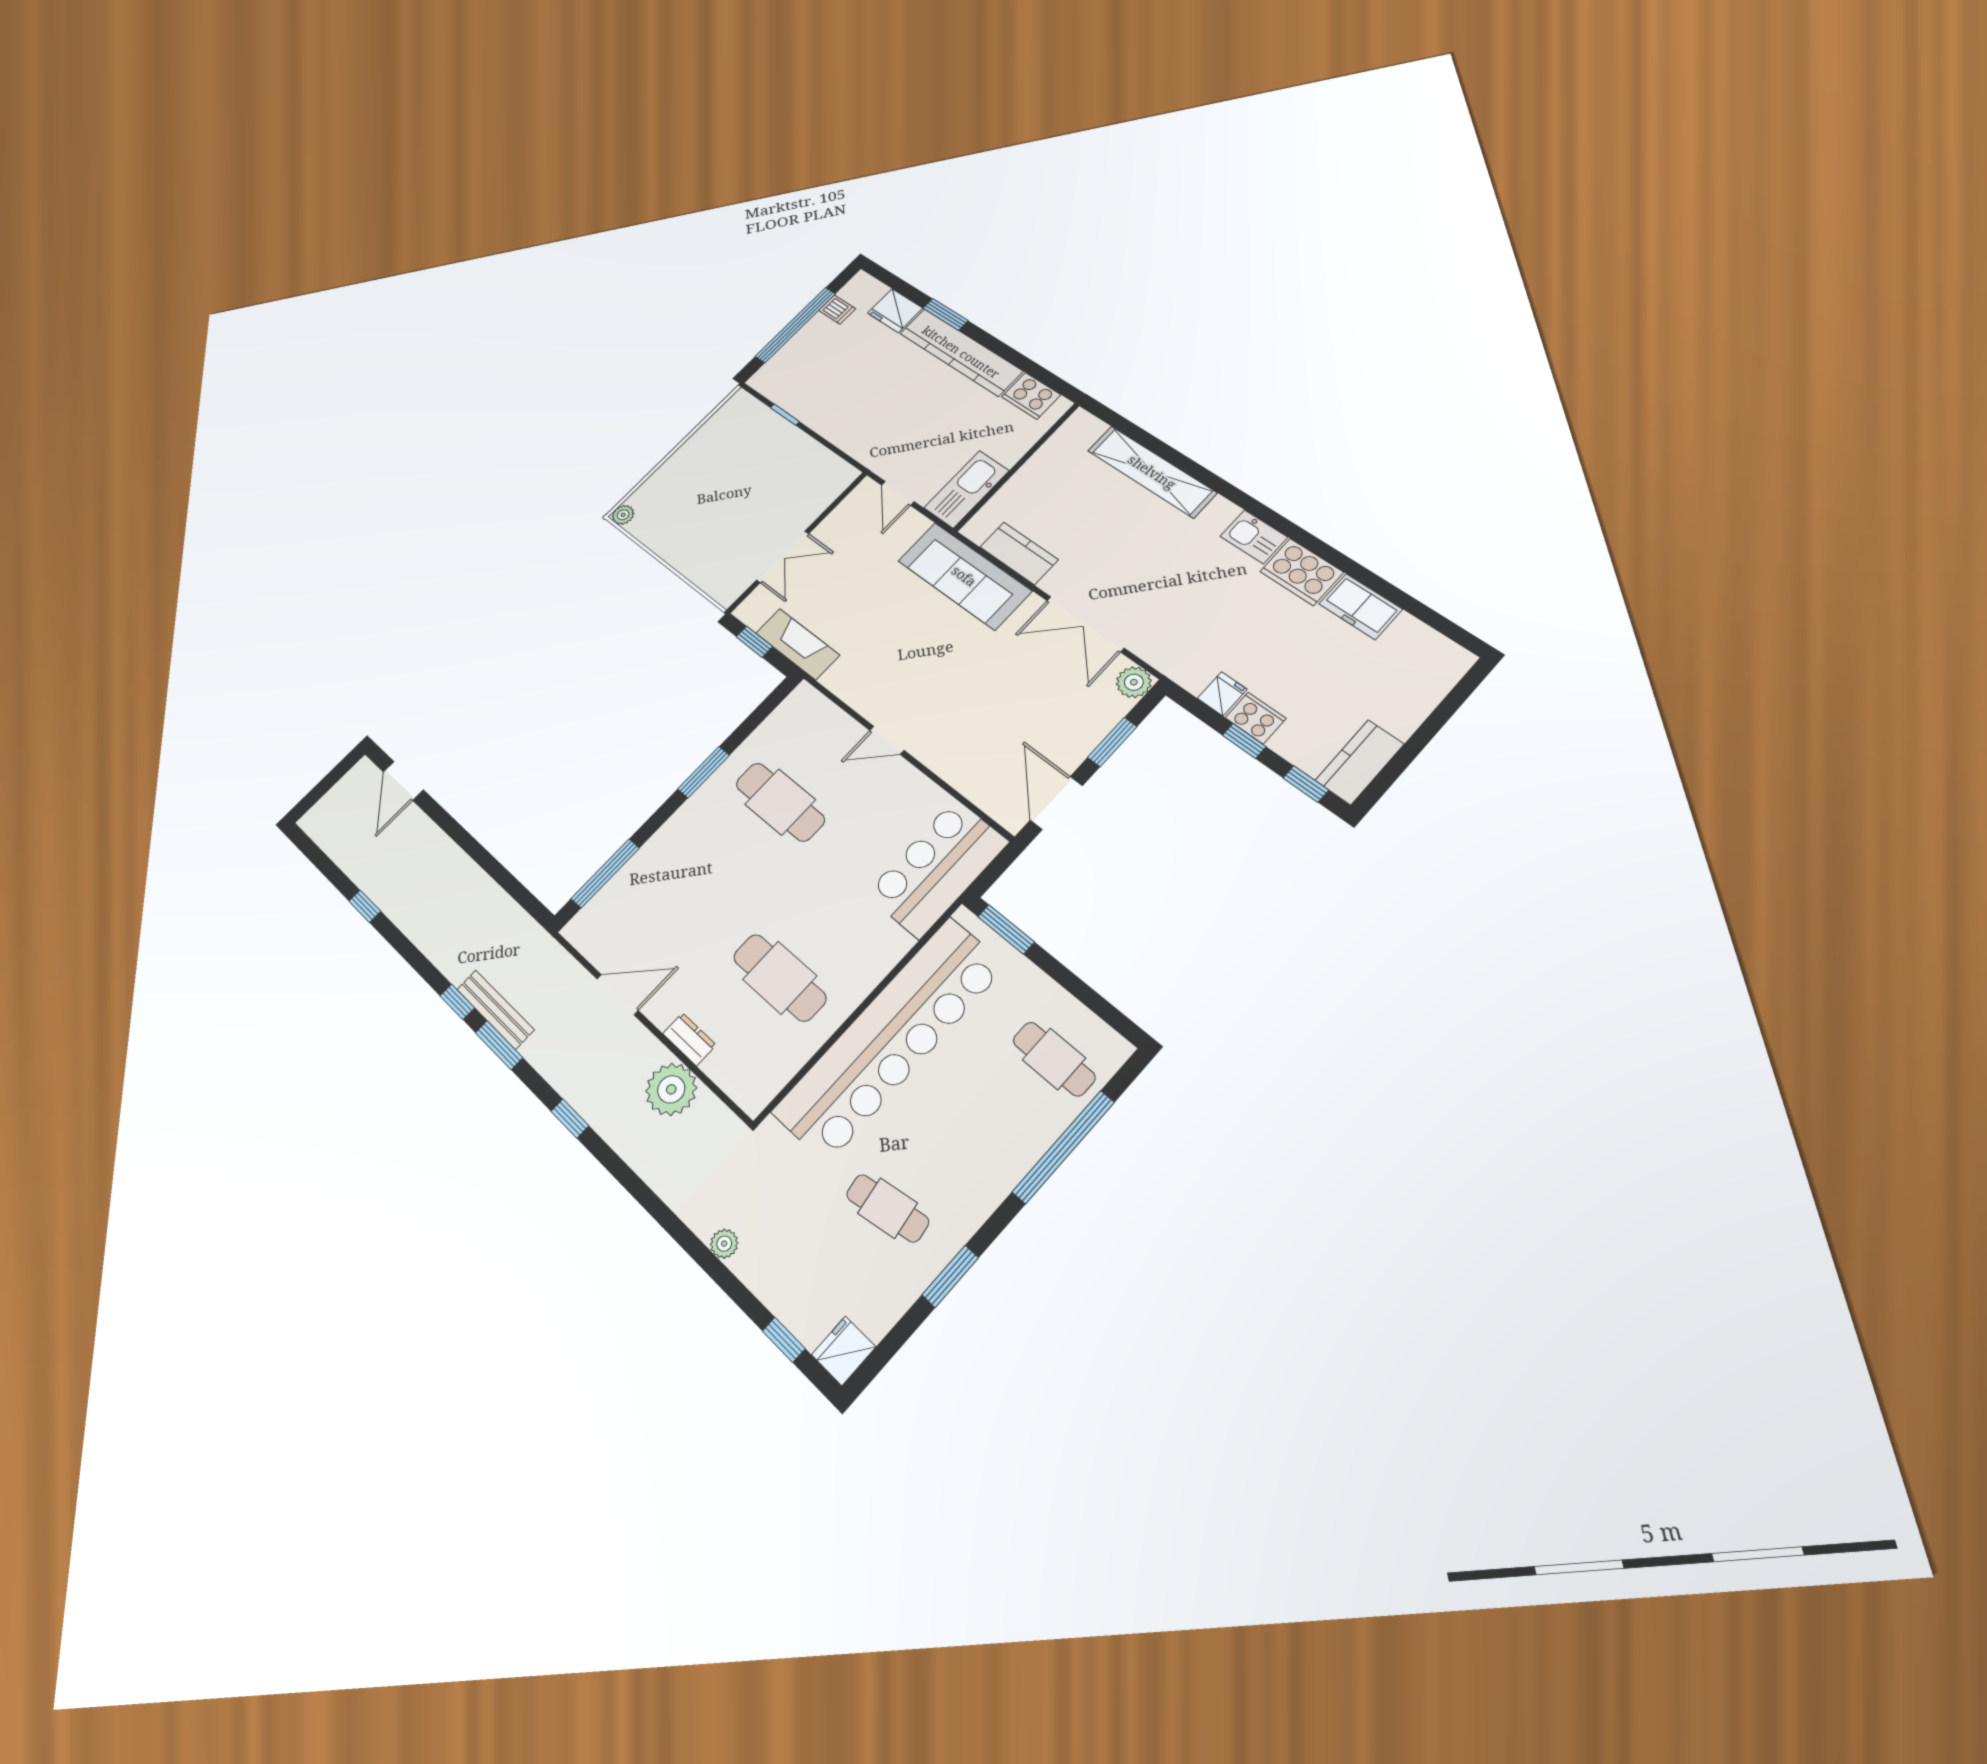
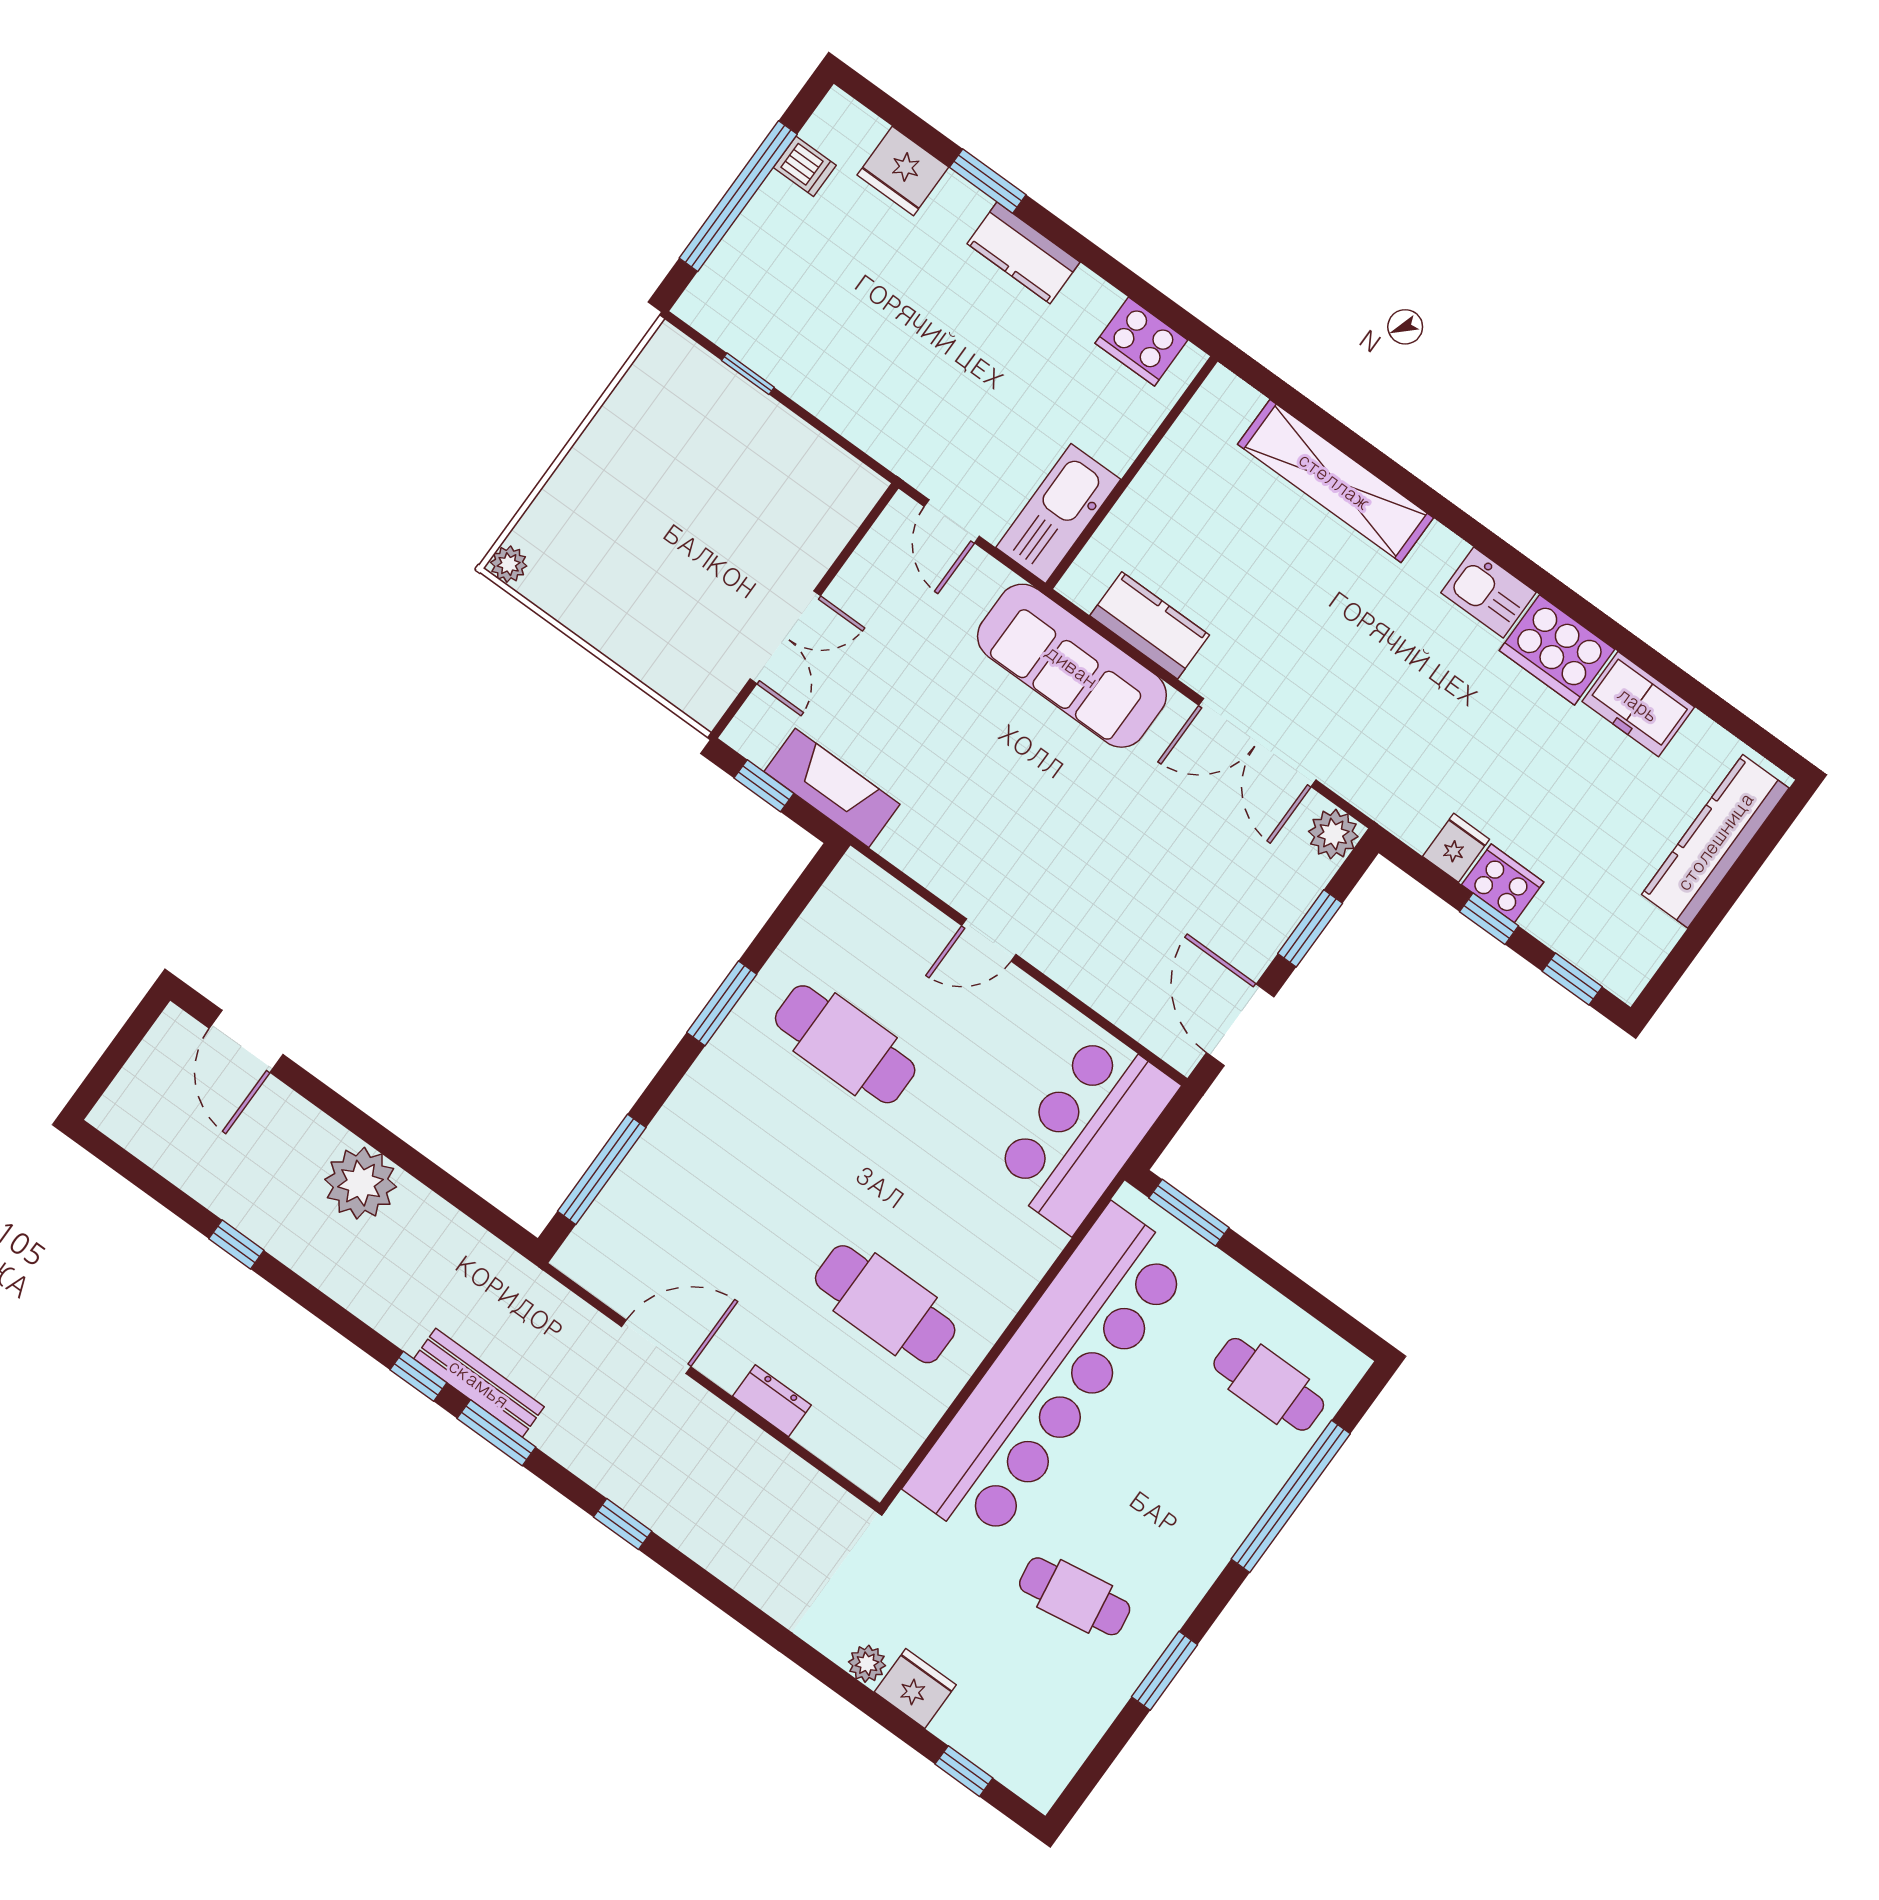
kitchen counter: (961, 352) -> (1024, 253), width x0.48, depth x0.86
kitchen counter: (1360, 762) -> (1715, 841), moved, width x1.50
plant: (671, 1089) -> (361, 1183), moved
fridge: (844, 1351) -> (915, 1688), moved, turned 90

